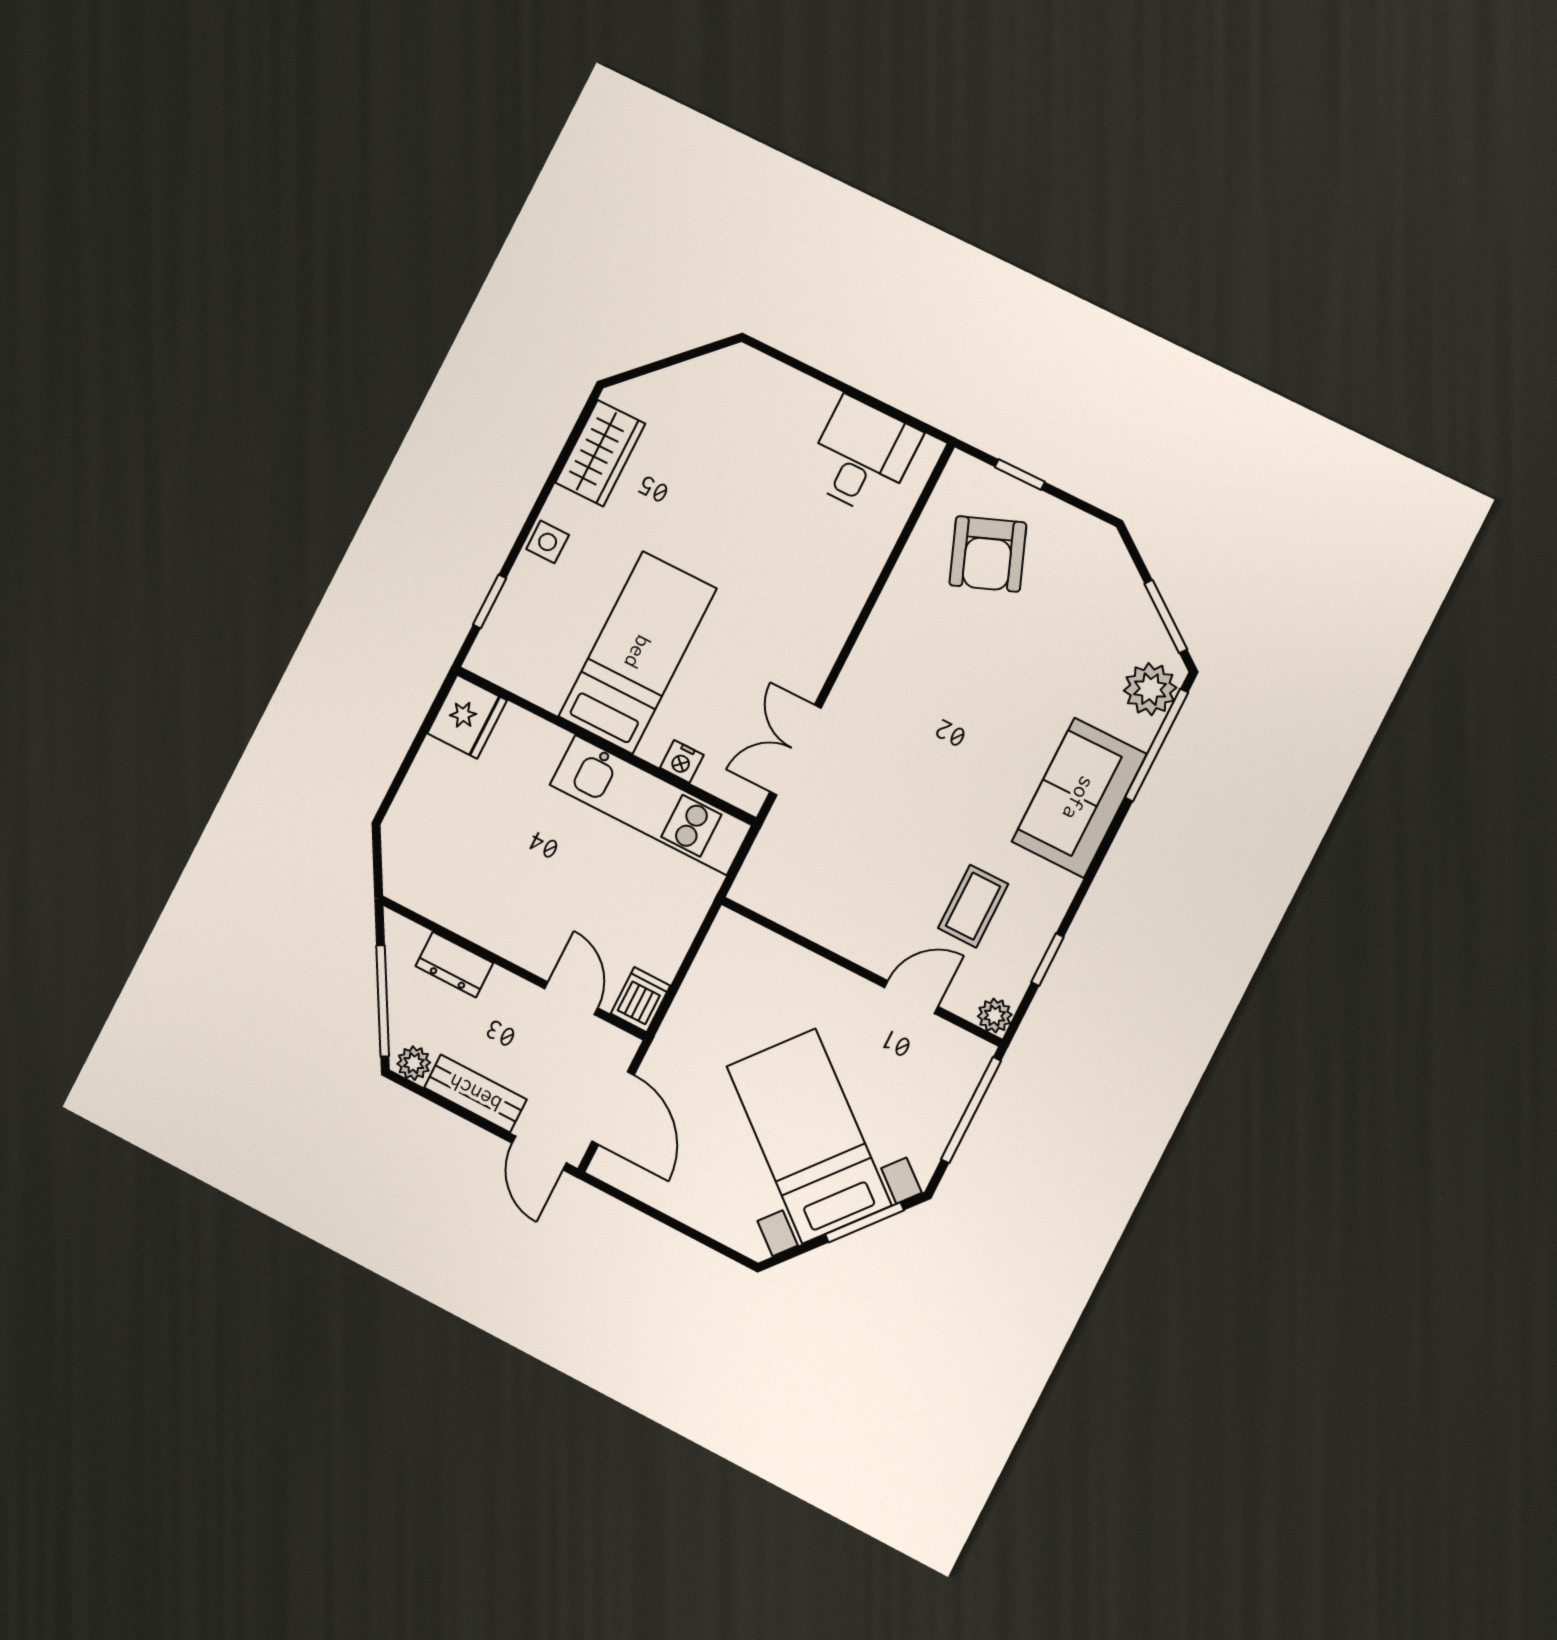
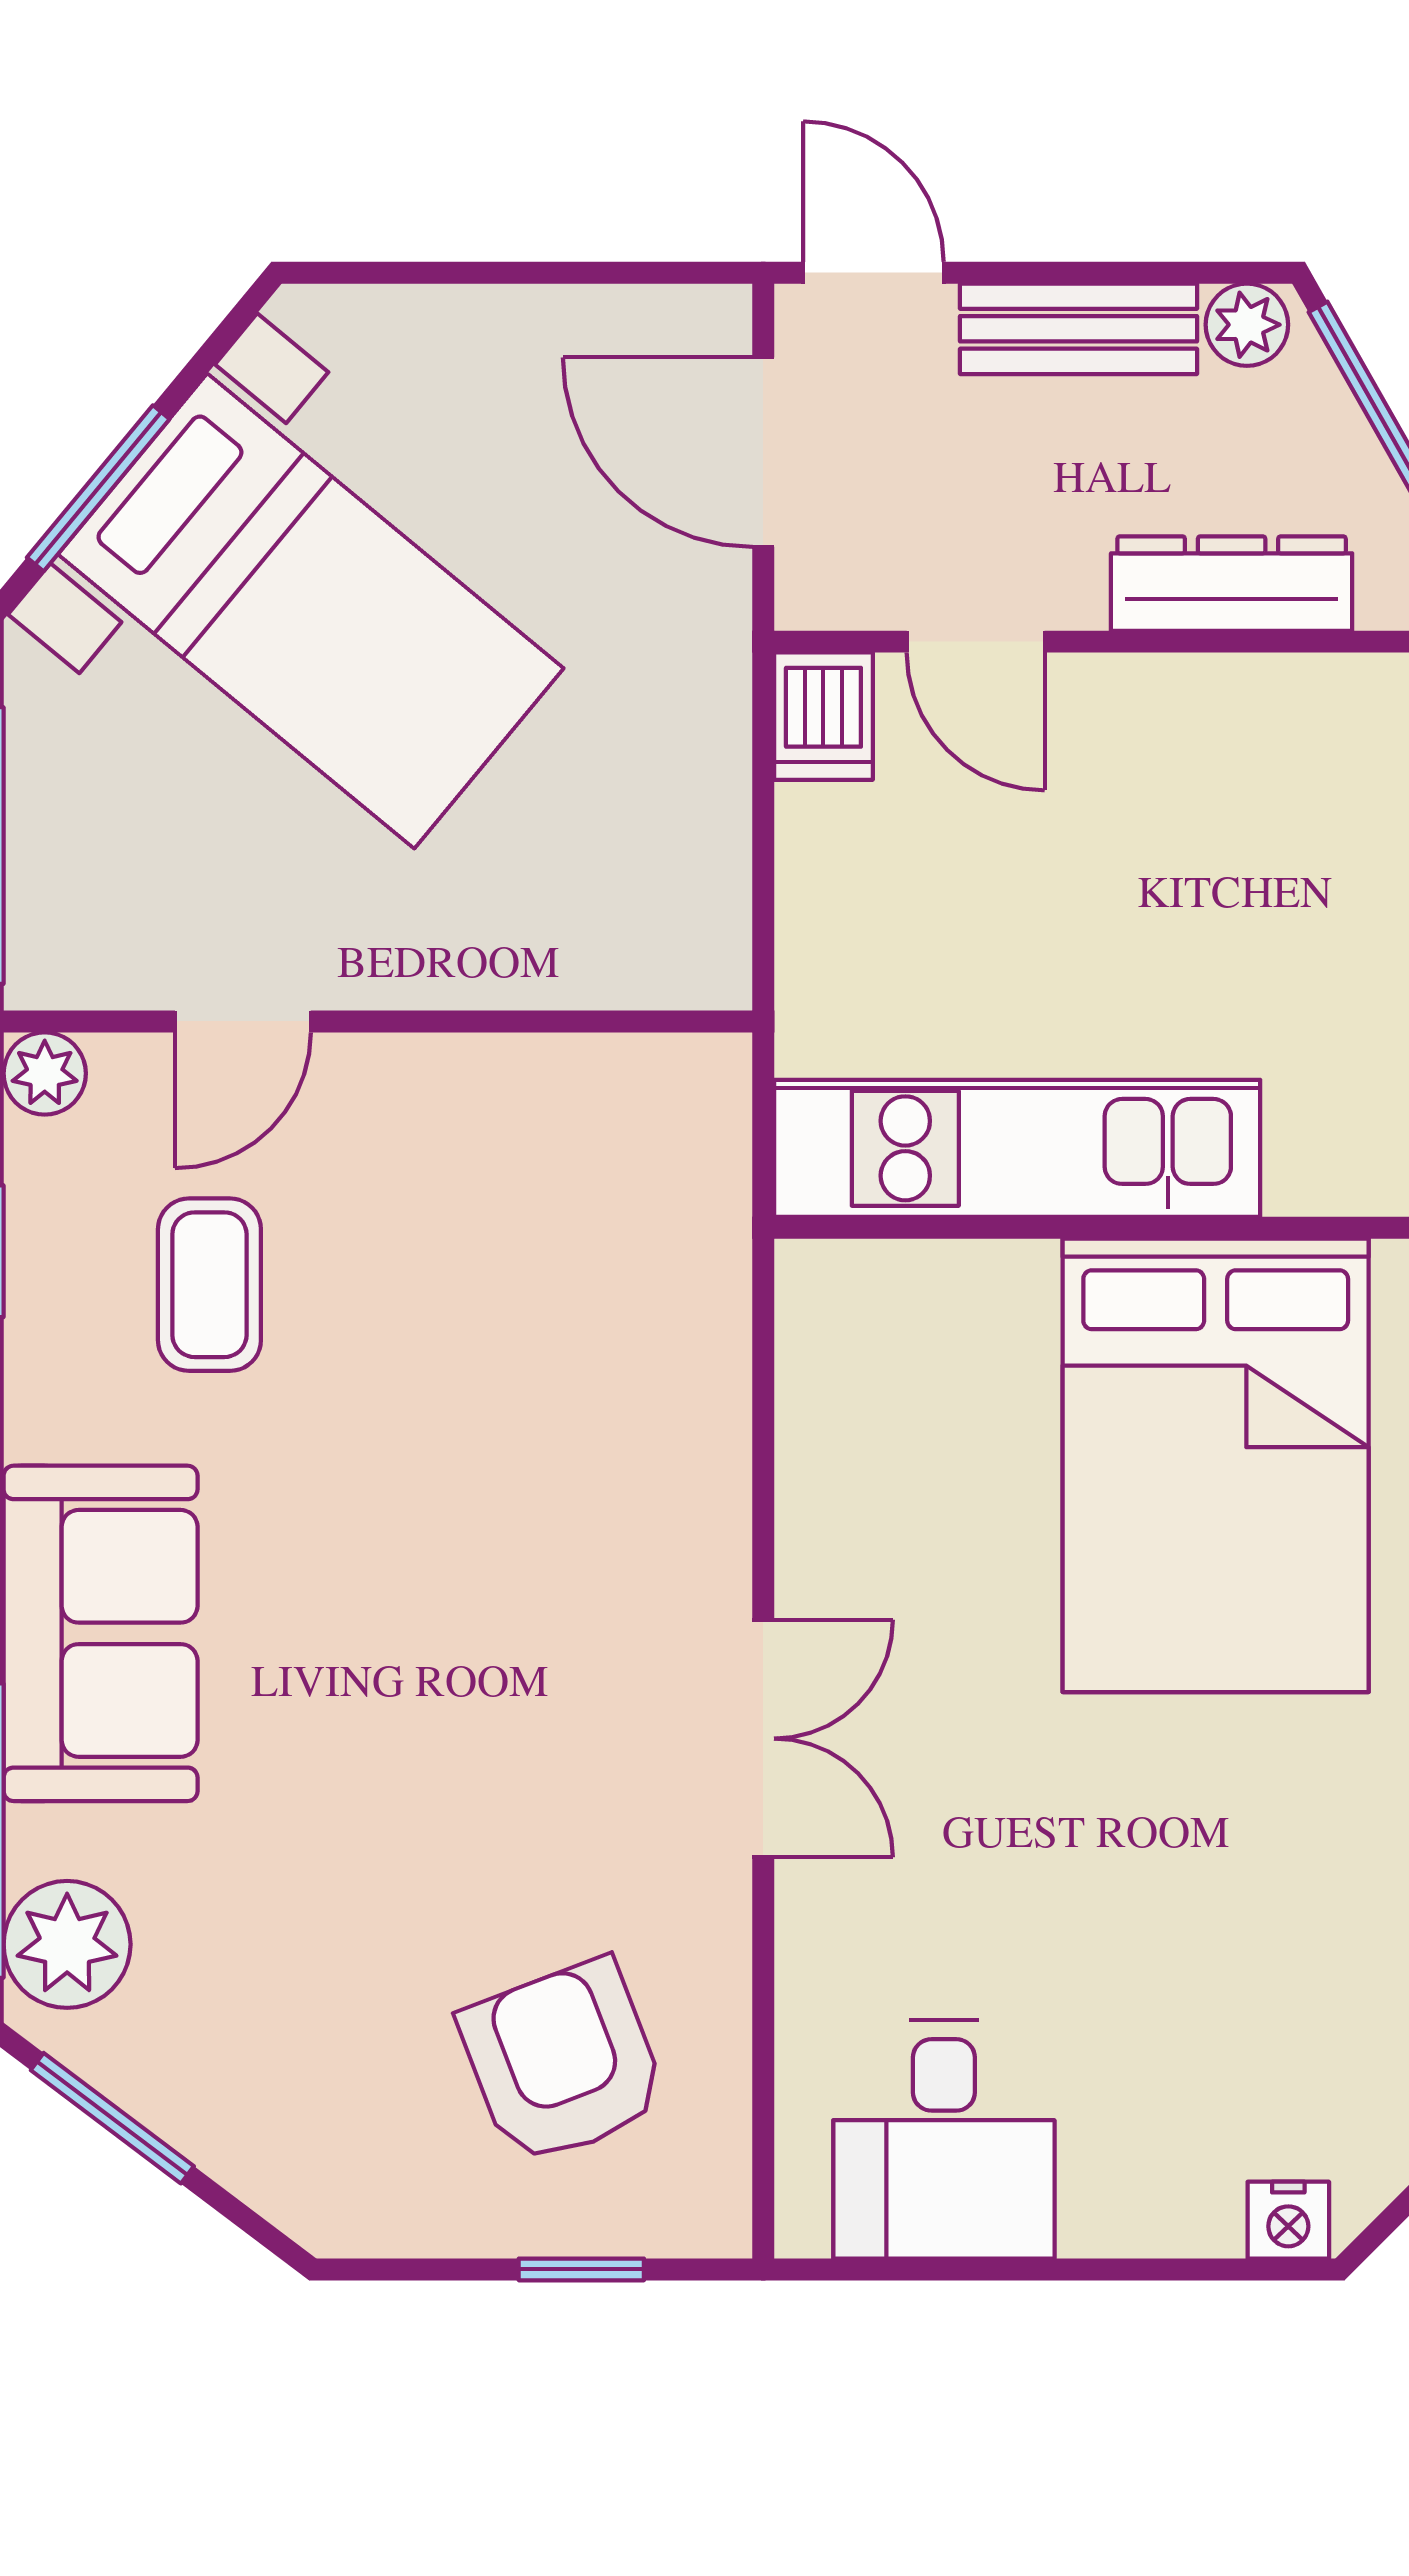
bed: (638, 652) -> (1216, 1465), width x1.50
double door: (796, 750) -> (763, 1739), moved
nightstand: (682, 761) -> (1288, 2220), moved, turned 180
dresser: (454, 964) -> (1232, 584), width x1.44

